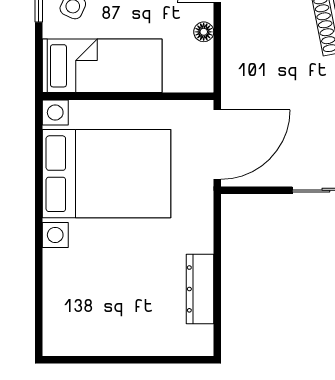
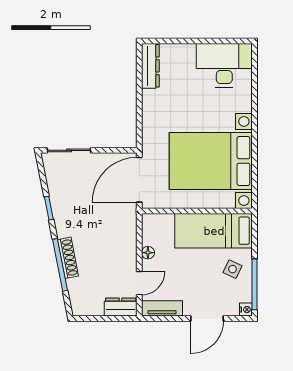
dresser: (200, 289) -> (150, 66), moved
desk: (86, 322) -> (224, 65), added

